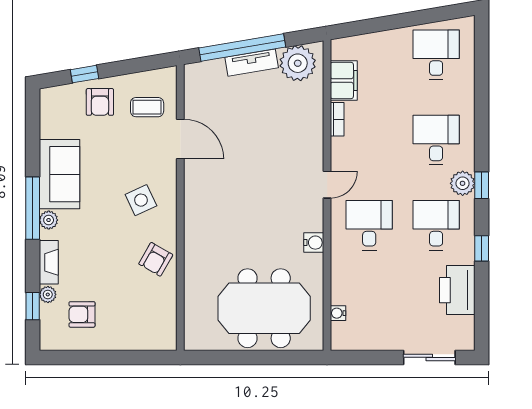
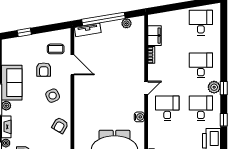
tv unit: (252, 63) -> (88, 30), moved
plant: (298, 63) -> (126, 23), width x0.53, depth x0.53
armchair: (100, 102) -> (44, 70), moved

